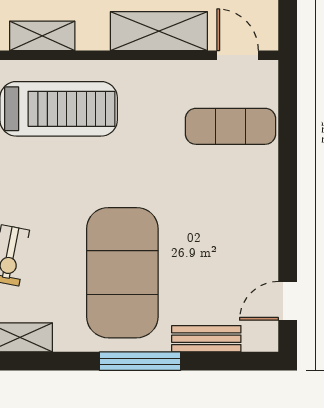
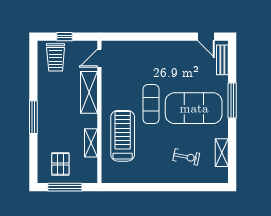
exercise mat: (231, 126) -> (151, 104), moved
bench: (206, 339) -> (222, 60), moved

